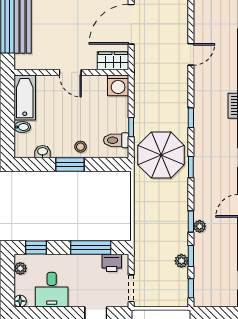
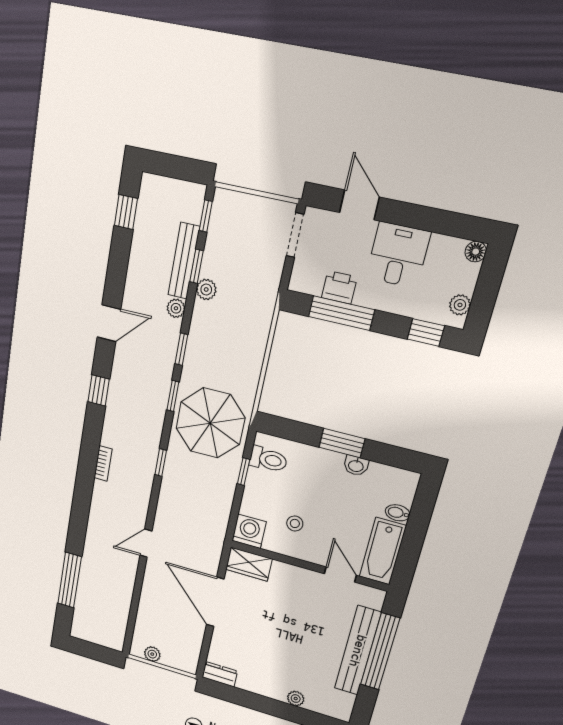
door: (131, 24) -> (215, 602), swing flipped
door: (70, 72) -> (340, 574), moved
stool: (80, 147) -> (295, 523), moved
washbasin: (43, 152) -> (356, 466), moved
window: (191, 221) -> (181, 349), moved
bench: (200, 258) -> (184, 261), added
plant: (181, 261) -> (206, 290), moved
printer: (112, 263) -> (339, 287), moved
desk: (52, 290) -> (398, 255), moved

